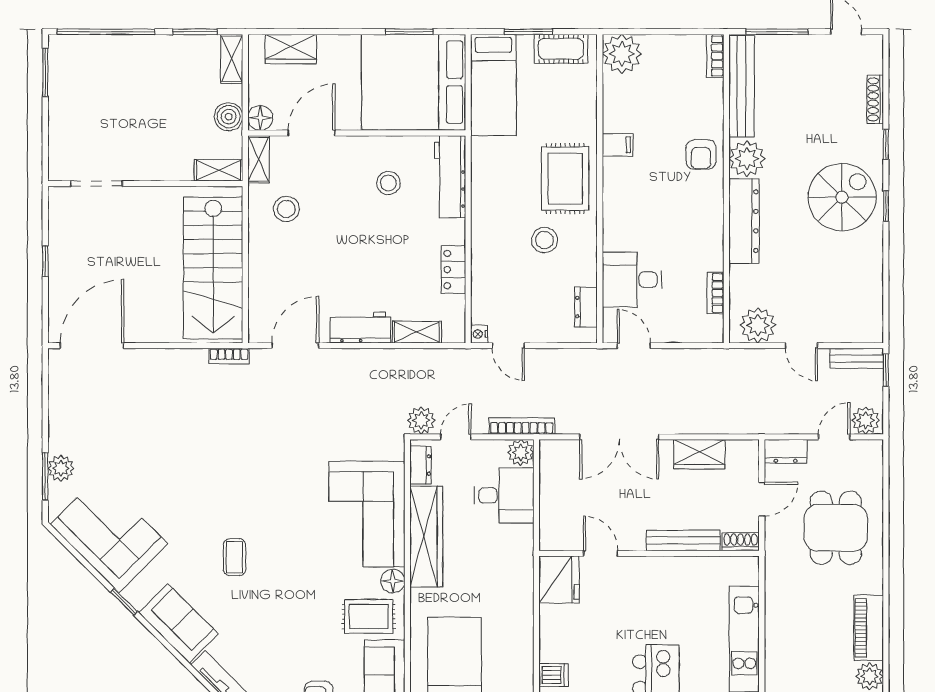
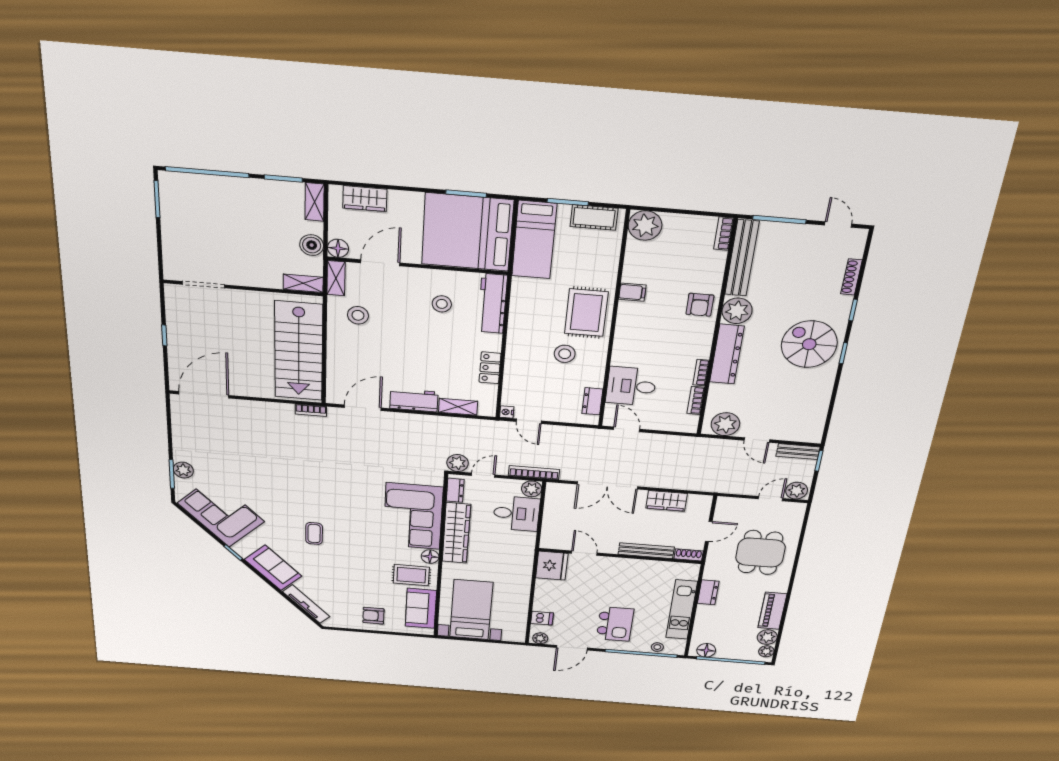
spiral stairs: (842, 197) -> (809, 344), turned -90
bookcase: (716, 251) -> (701, 373), added
dresser: (786, 451) -> (708, 592), moved, turned -90

